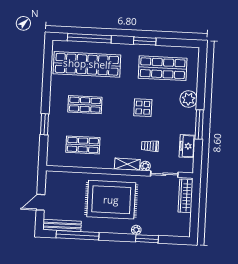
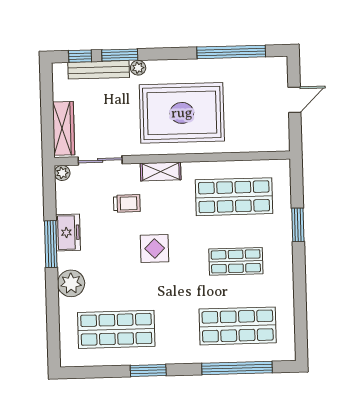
shop shelf: (87, 64) -> (238, 326), width x0.71
display table: (143, 108) -> (155, 248), moved
shop shelf: (83, 145) -> (234, 197), width x1.43, depth x1.36
freezer: (187, 146) -> (68, 232), moved
plant: (145, 166) -> (62, 173), moved
bench: (62, 225) -> (99, 70), moved
window: (172, 240) -> (80, 56), added

